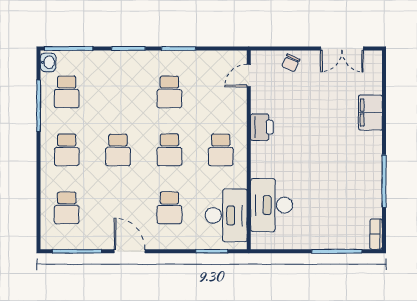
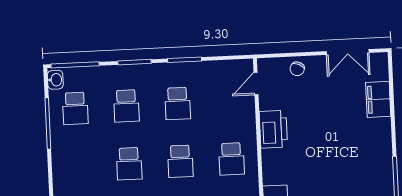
filing cabinet: (370, 113) -> (378, 99), moved
printer: (262, 127) -> (273, 129), width x1.37, depth x1.19
school desk: (67, 150) -> (126, 106), moved

